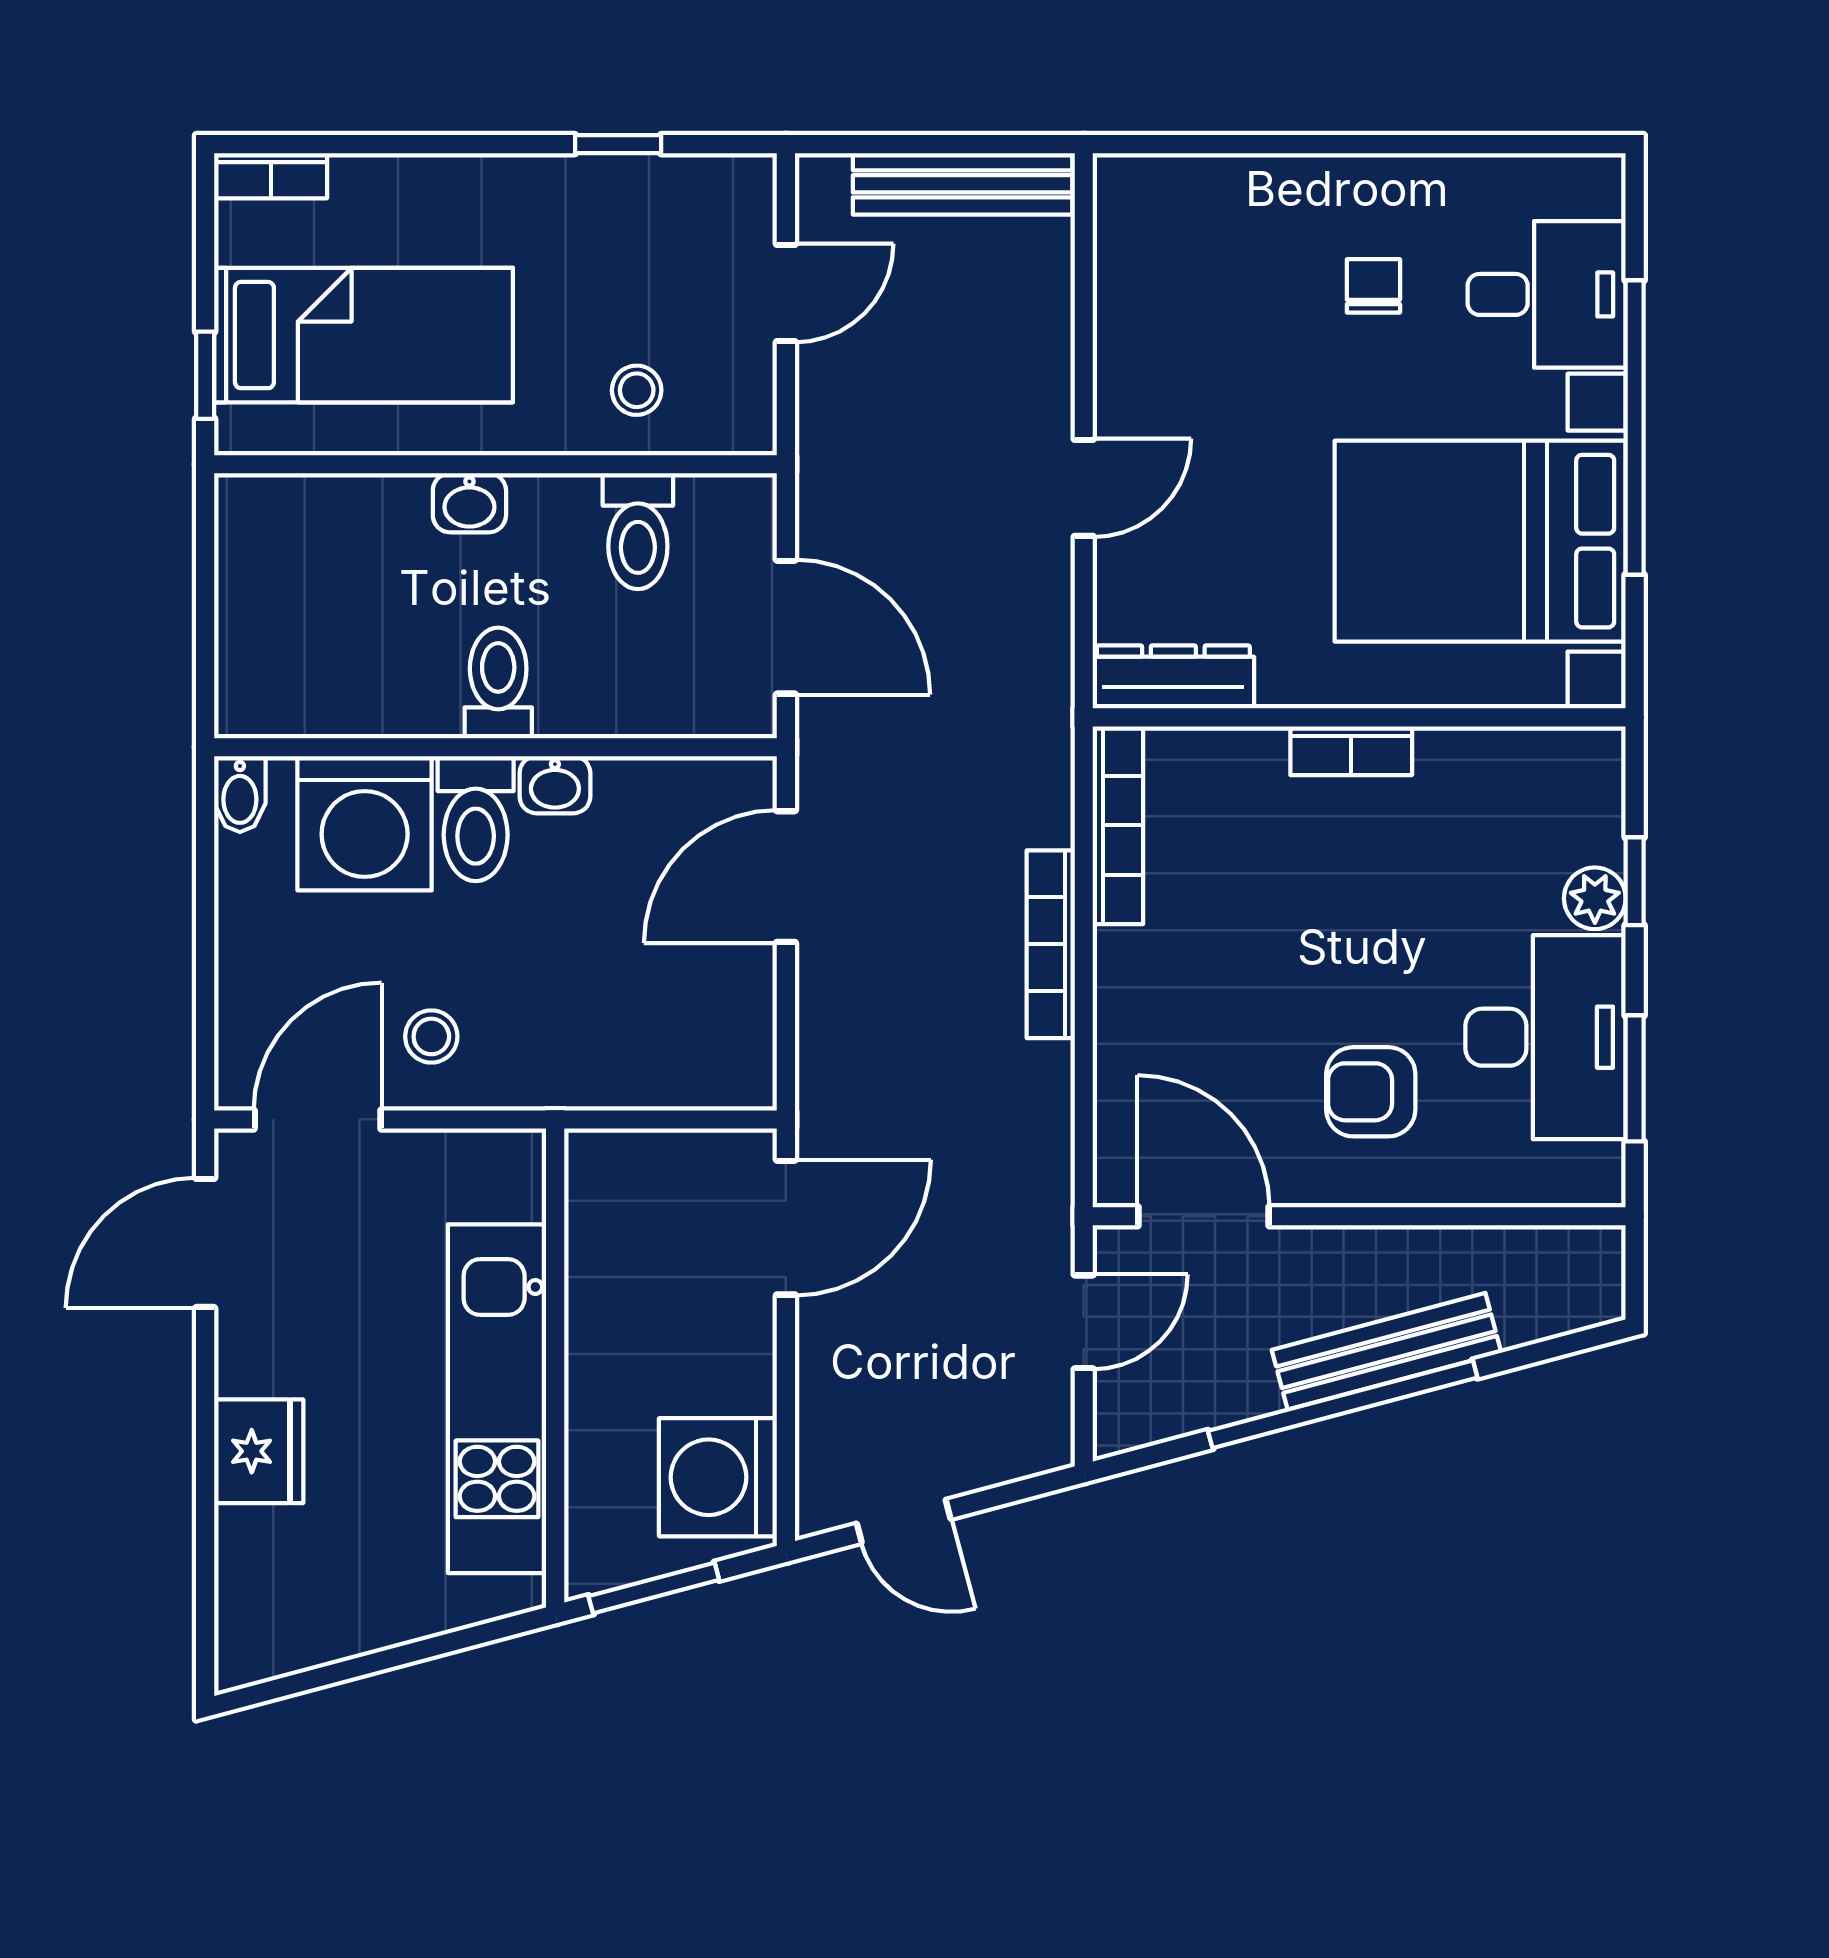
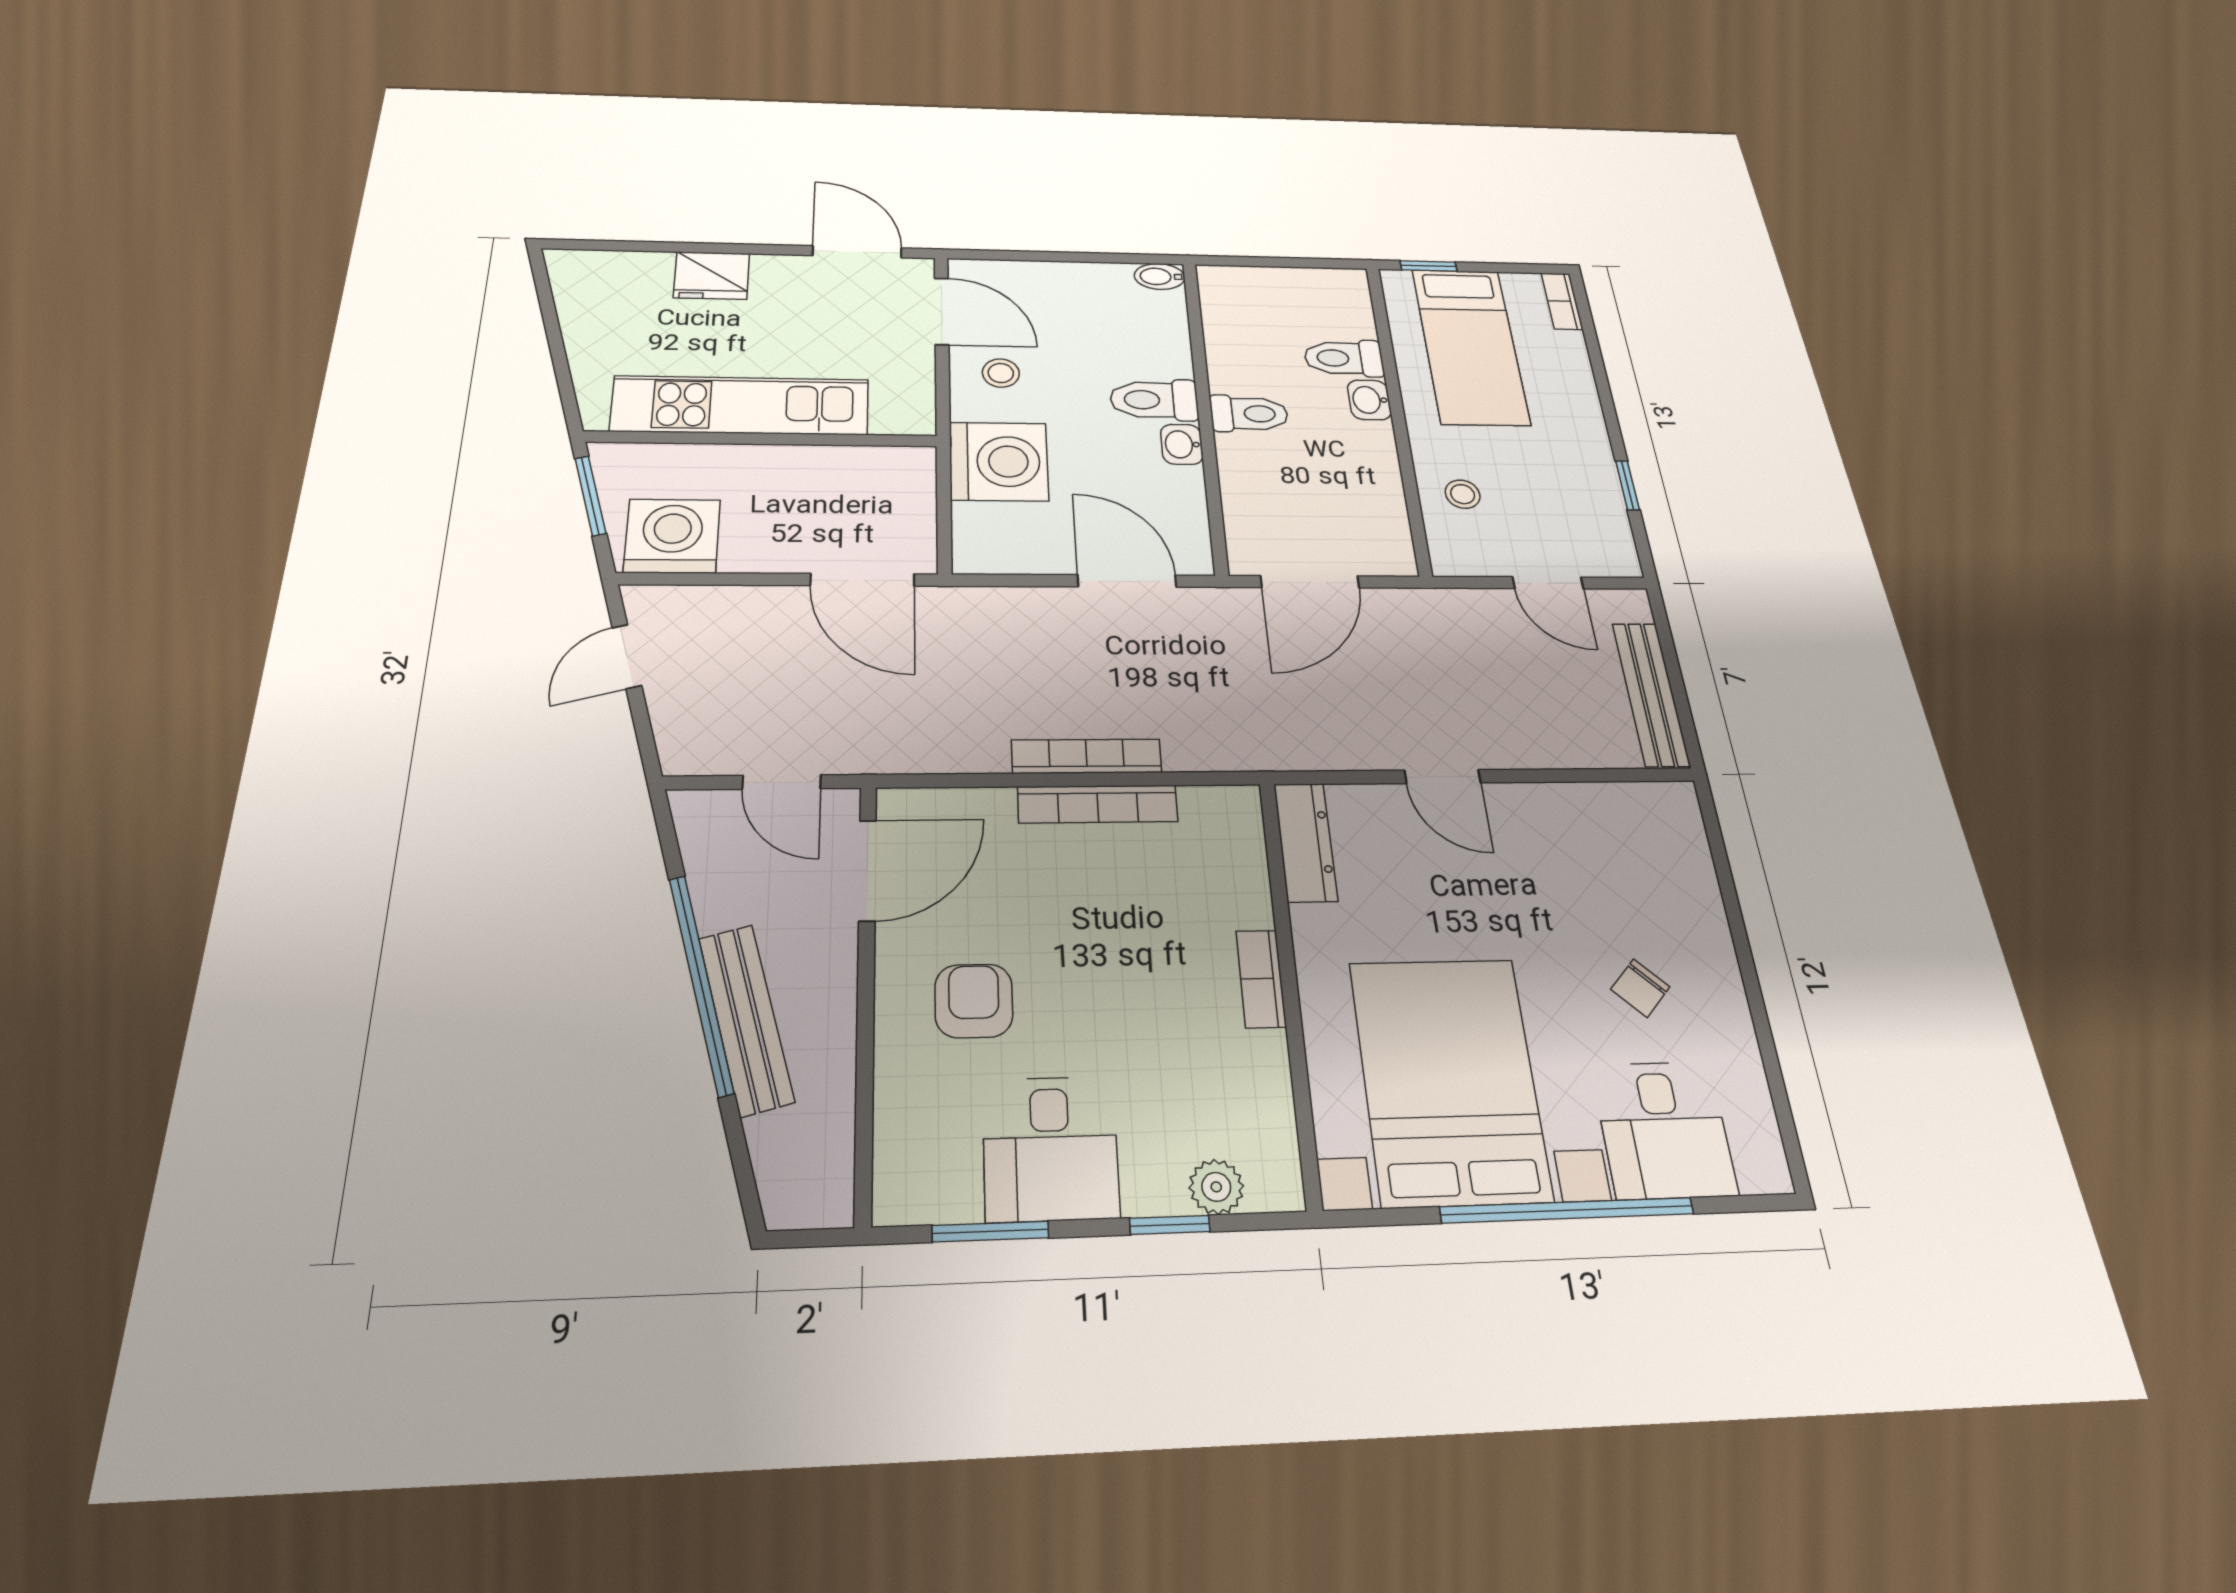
chair: (1373, 286) -> (1640, 988), turned 134
toilet: (638, 531) -> (1344, 358), moved
washing machine: (365, 823) -> (999, 461), moved, turned 180
bookcase: (1118, 825) -> (1098, 804), moved
plant: (1595, 898) -> (1216, 1187), moved
desk: (1546, 1037) -> (1050, 1148), width x0.73

